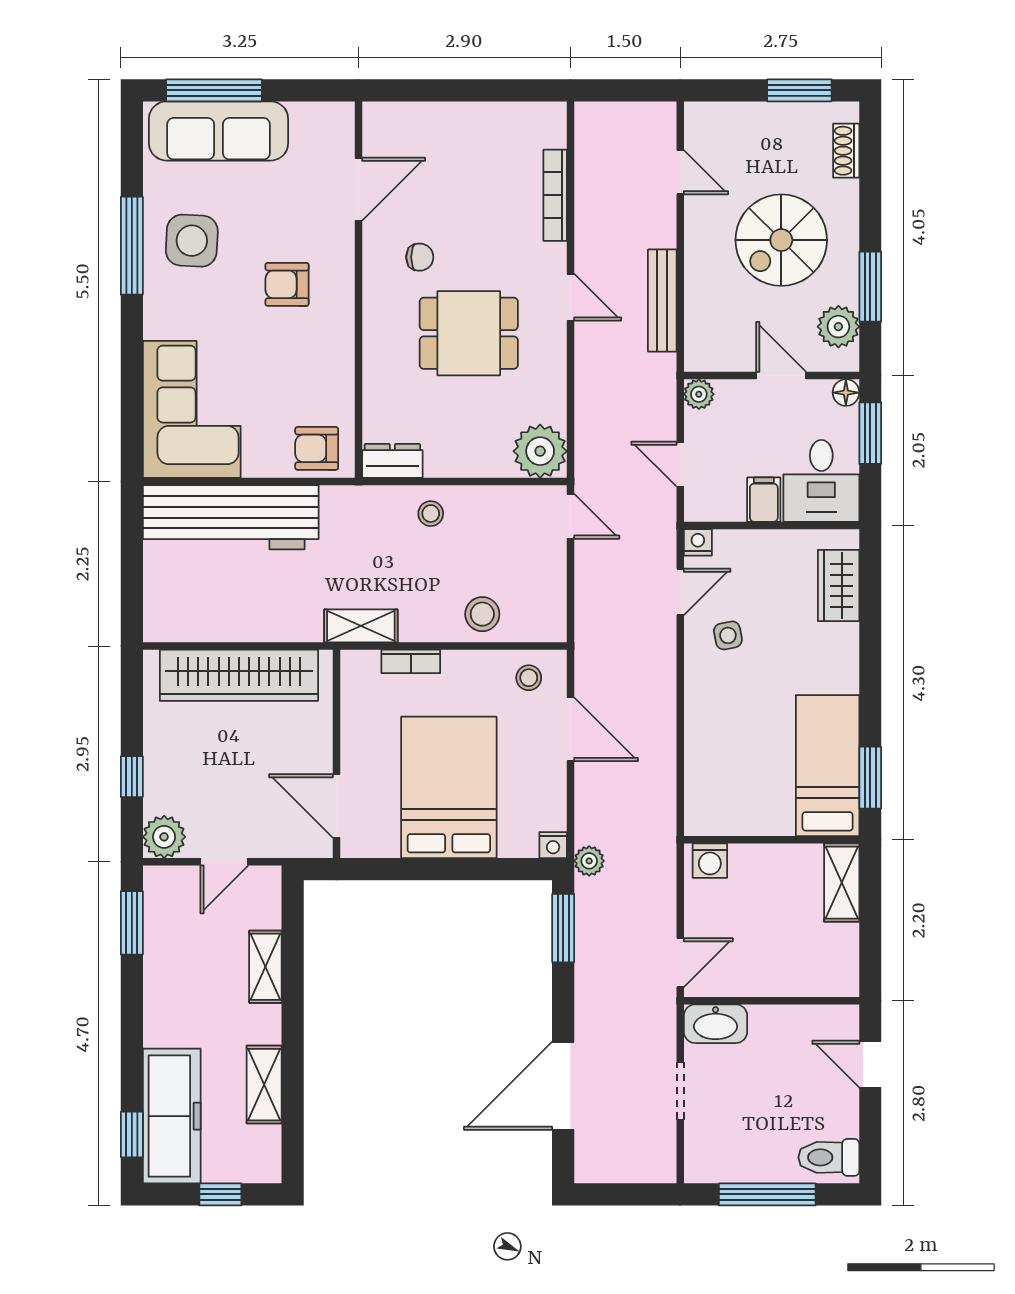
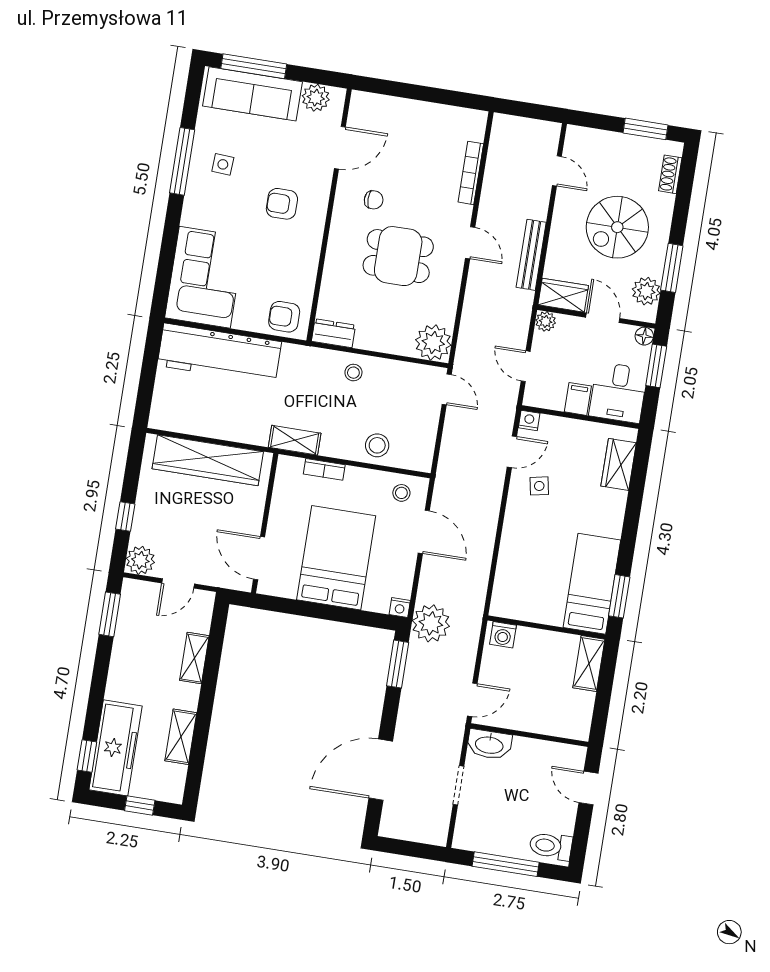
plant: (312, 122) -> (316, 98), added
side table: (192, 241) -> (223, 164), width x0.54, depth x0.54
wardrobe: (718, 352) -> (563, 295), added
plant: (589, 861) -> (431, 623), width x1.87, depth x1.87

